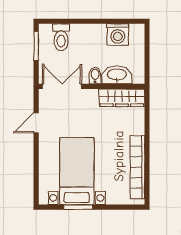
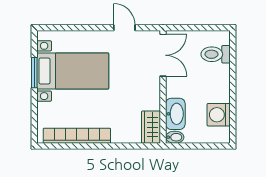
window: (36, 46) -> (206, 28), removed
bidet: (95, 76) -> (175, 137), moved
wardrobe: (122, 98) -> (151, 127), width x0.67

